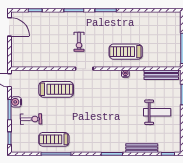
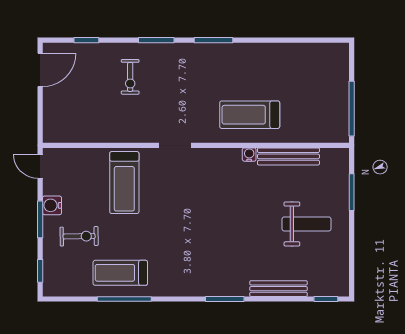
door: (9, 27) -> (40, 70), hinge flipped
exercise bike: (79, 42) -> (130, 77), moved
bench: (161, 75) -> (288, 156), moved
treadmill: (56, 89) -> (124, 183), turned 90

